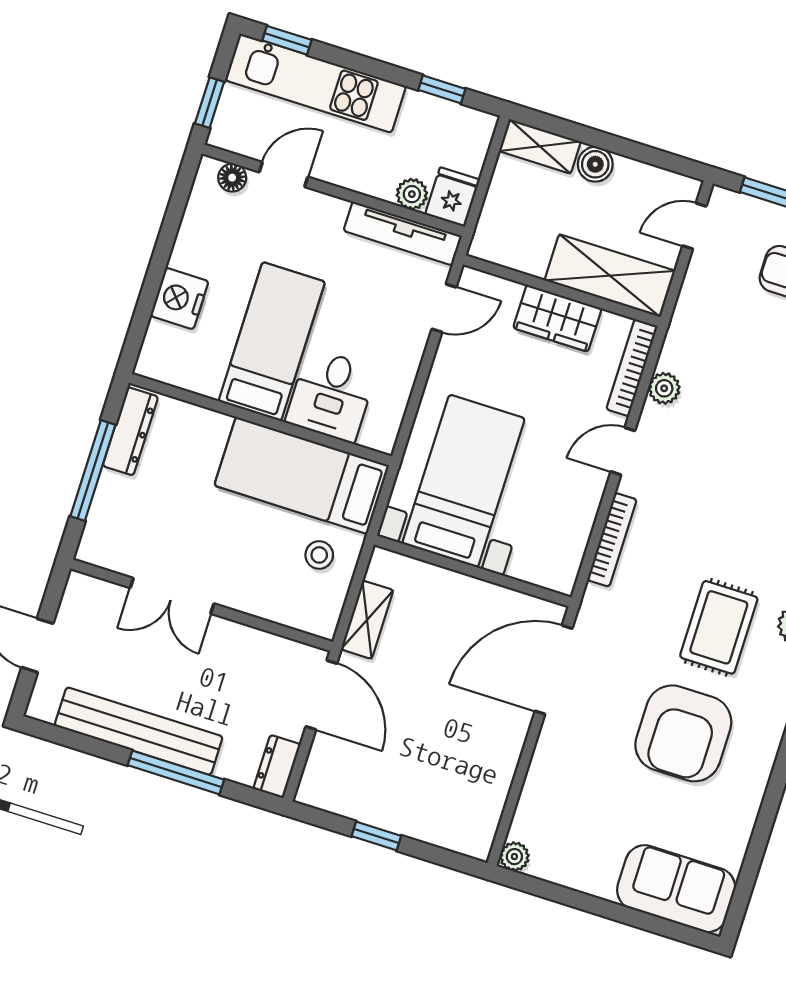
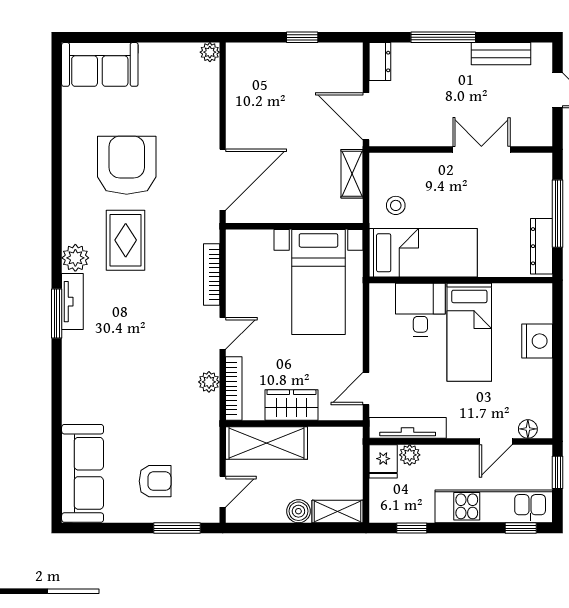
bench: (139, 731) -> (501, 54), width x0.54, depth x0.82

